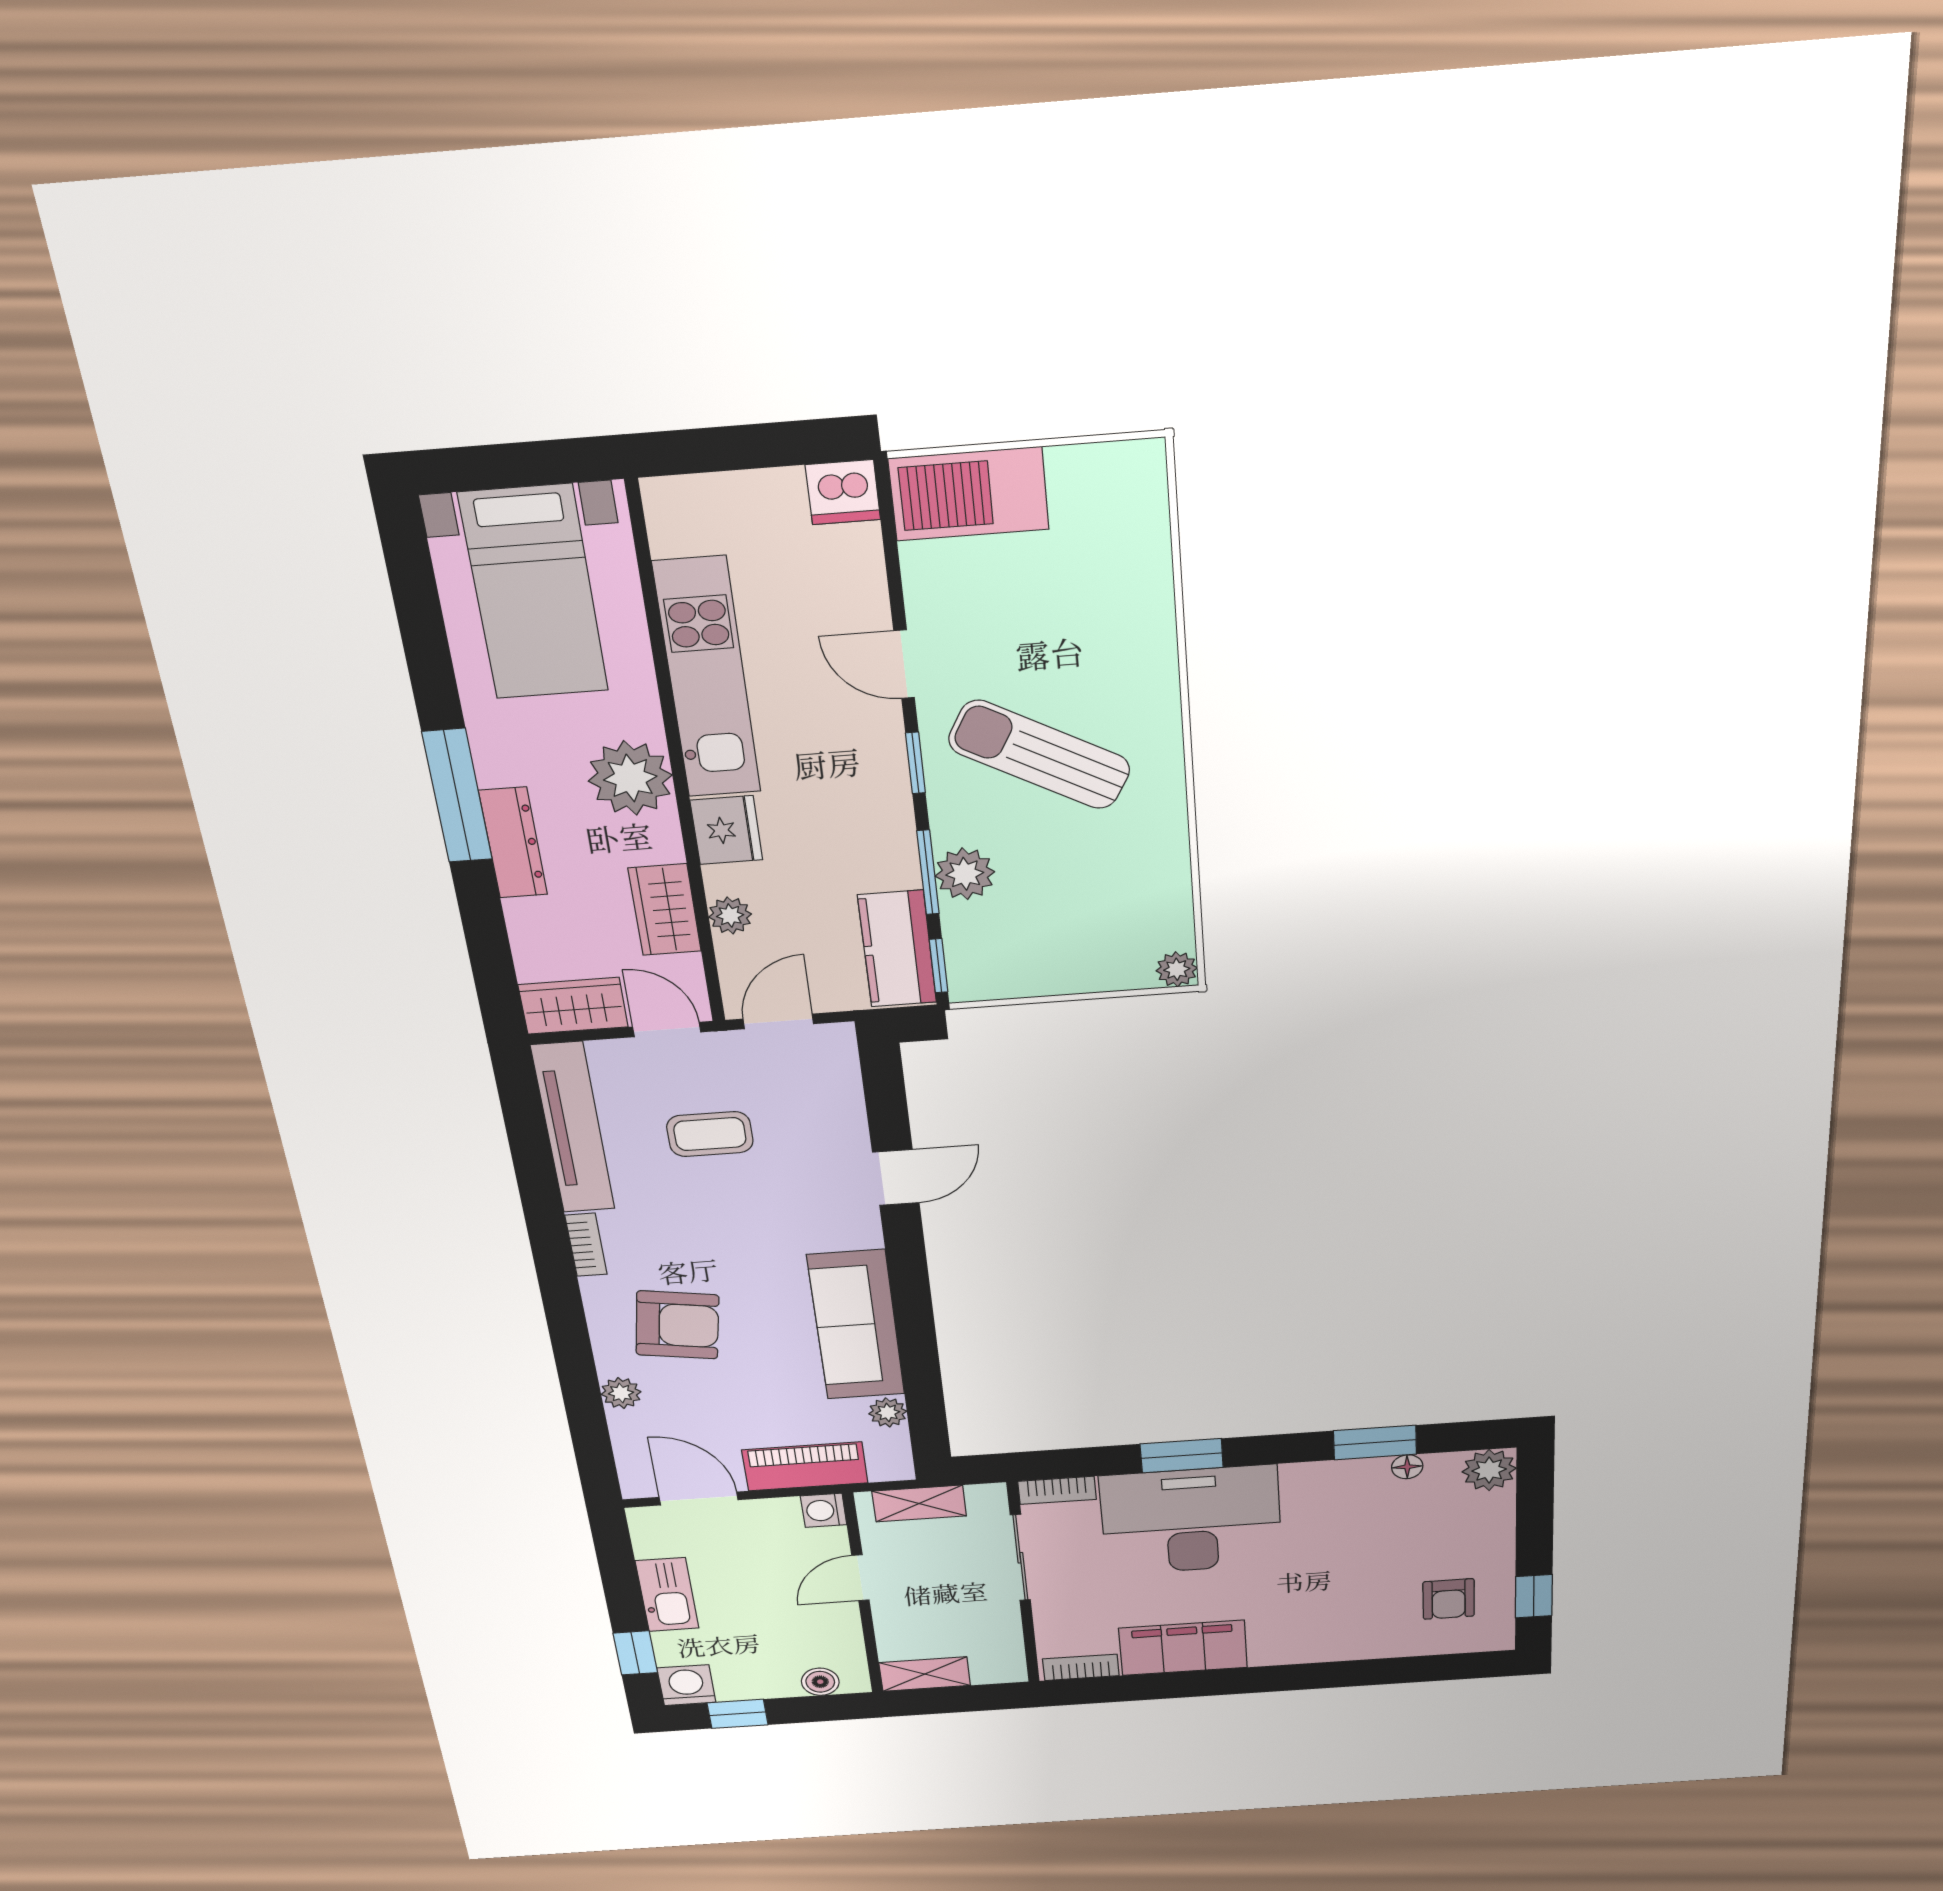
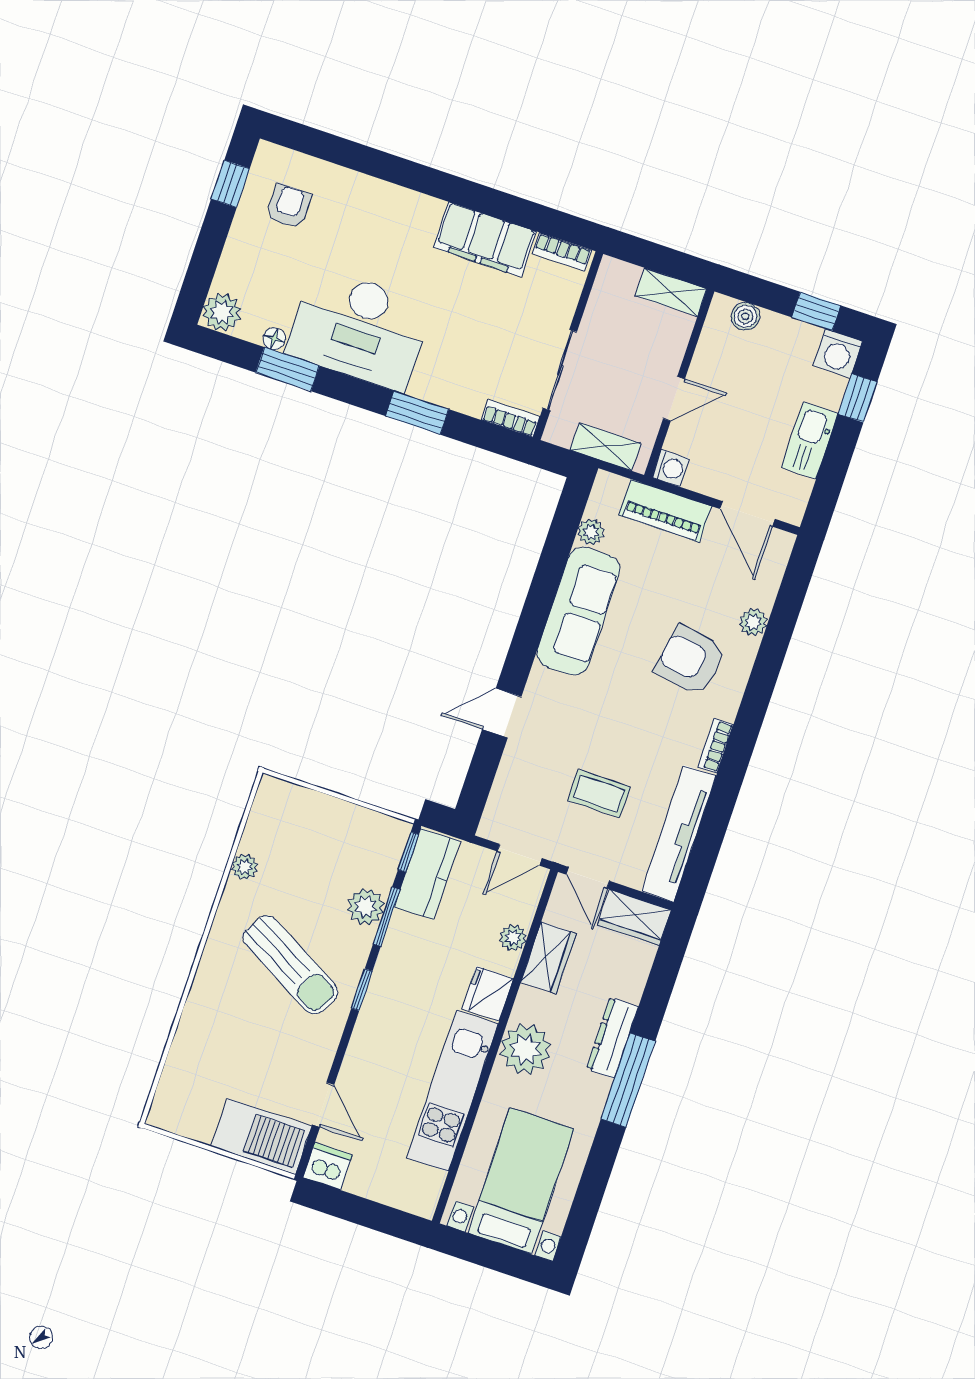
door: (904, 664) -> (323, 1105), moved
plant: (1177, 969) -> (245, 867), moved
desk: (1191, 1520) -> (359, 329), moved

